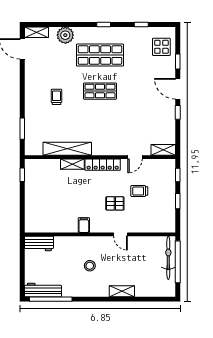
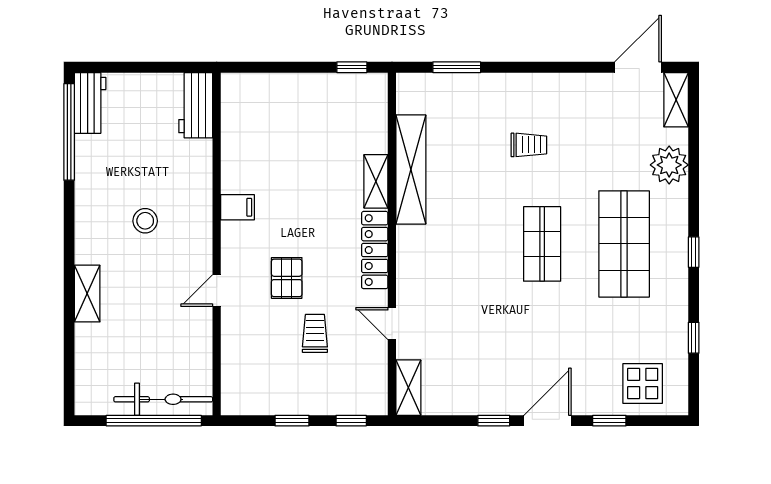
workbench: (43, 290) -> (90, 103), width x0.73

